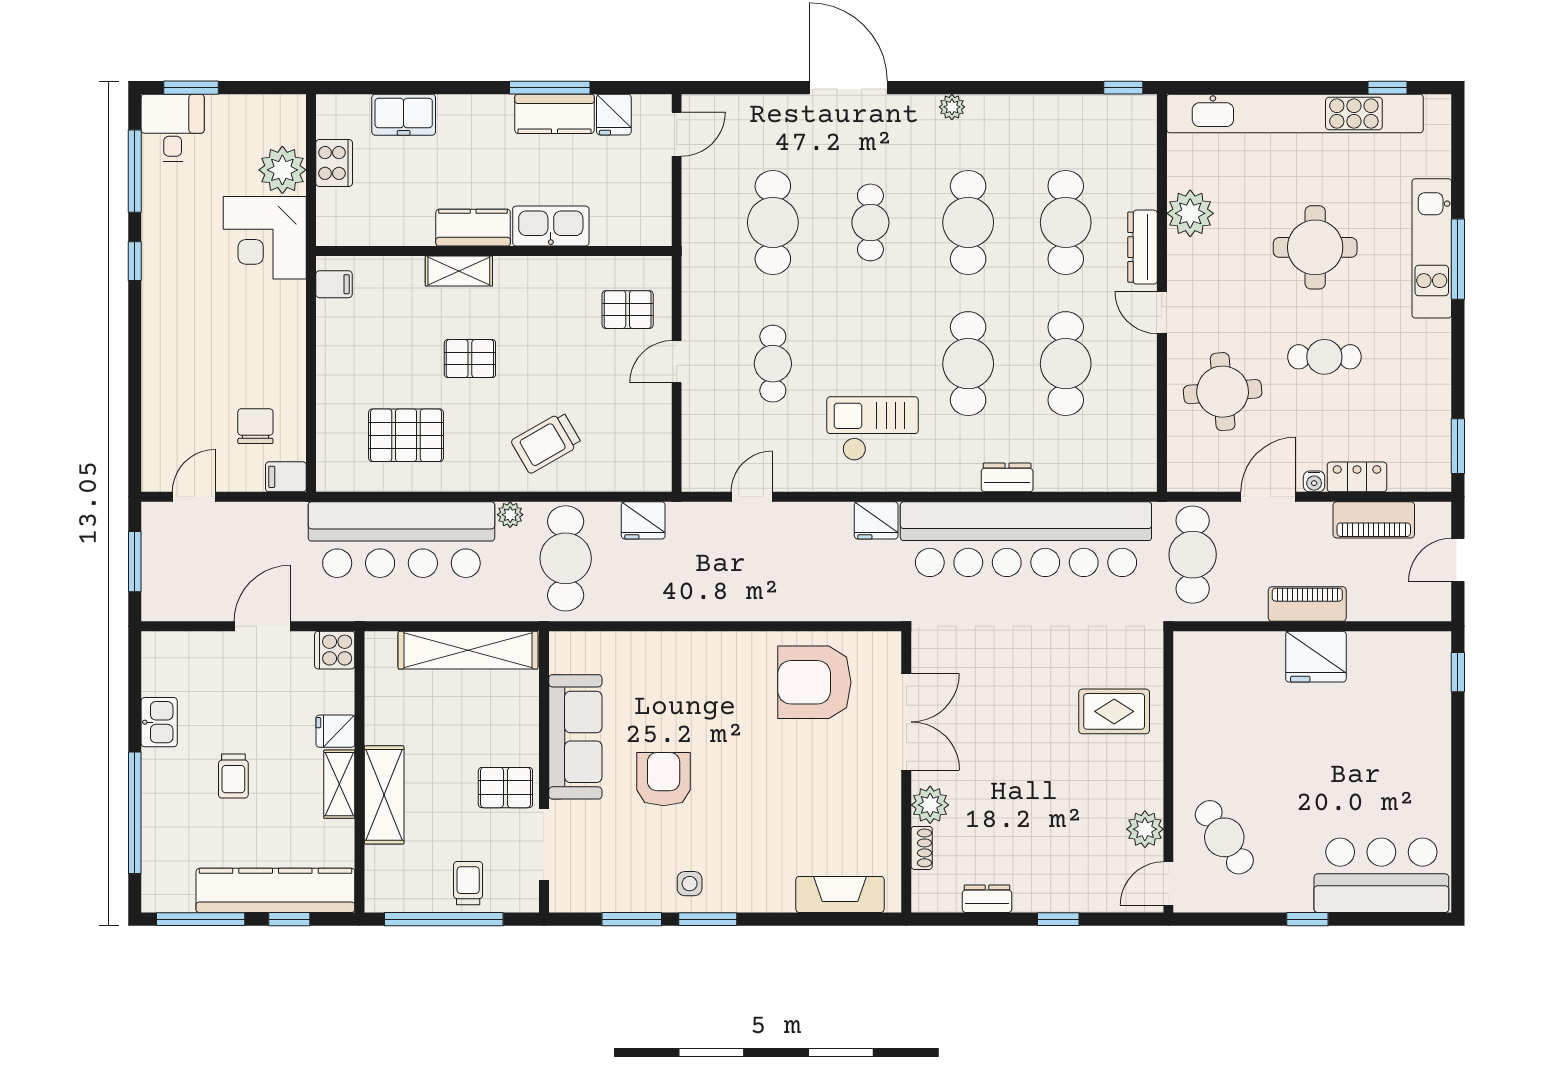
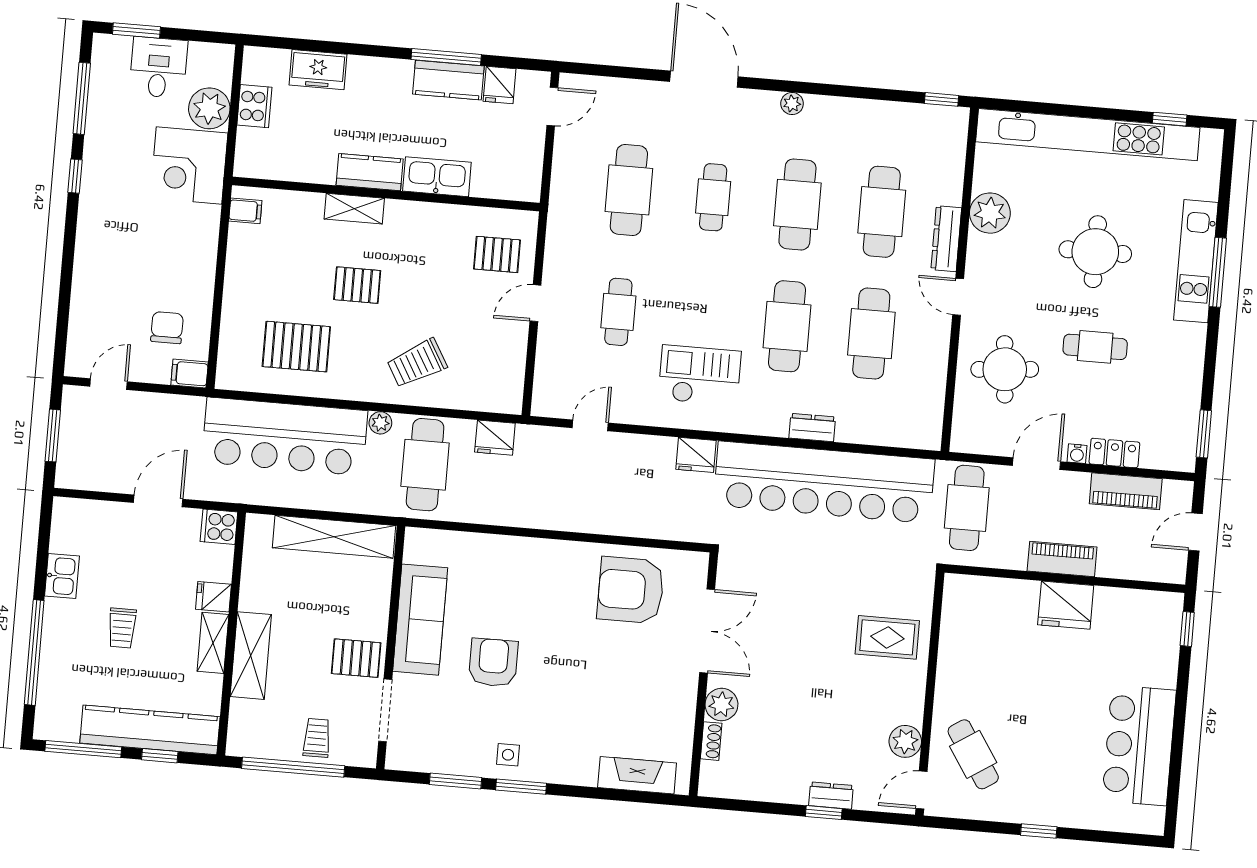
desk: (173, 128) -> (158, 67), moved
bar counter: (1381, 875) -> (1139, 745), moved, turned -90
dresser: (987, 899) -> (831, 796), moved

